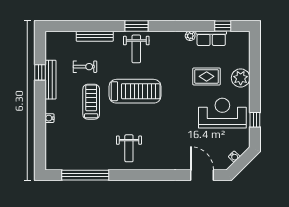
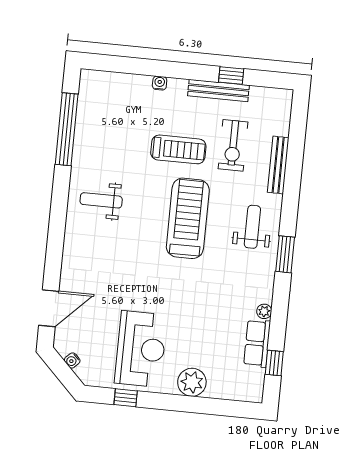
window: (137, 26) -> (285, 254), moved
weight bench: (136, 49) -> (252, 227), turned 90
exercise bike: (85, 67) -> (233, 145), width x1.38, depth x1.39
rug: (207, 76) -> (199, 330), removed
treadmill: (135, 91) -> (188, 218), turned 180

